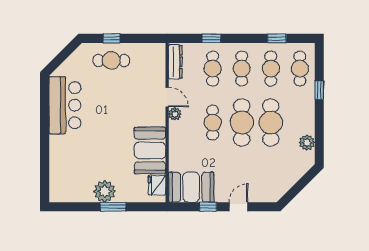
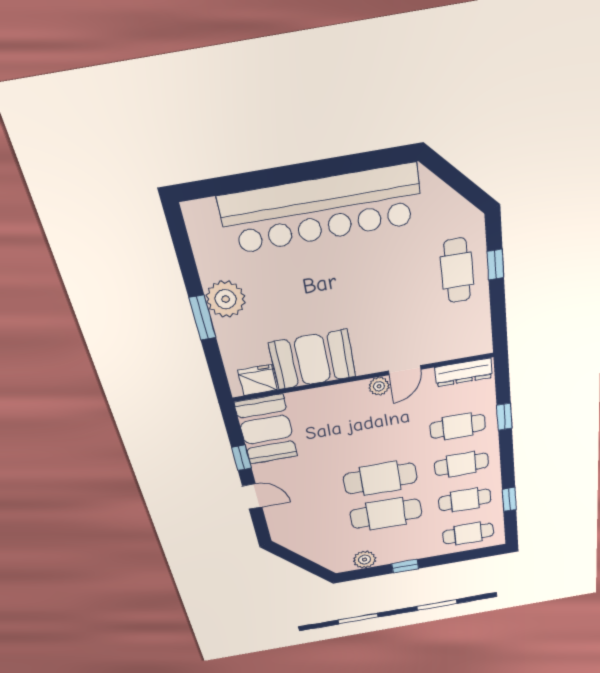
window: (319, 90) -> (405, 566), moved
bar counter: (65, 105) -> (322, 209), width x1.86
cafe table: (213, 123) -> (374, 441), removed

